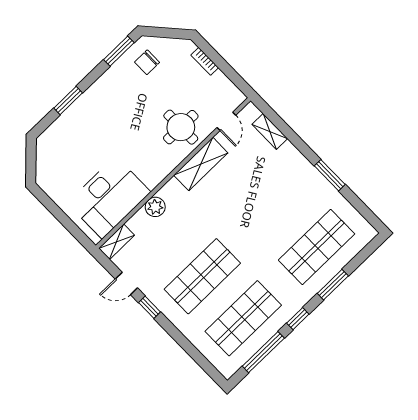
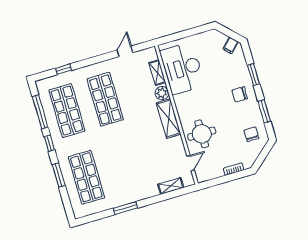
window: (119, 51) -> (264, 111), moved
chair: (103, 105) -> (240, 94), added
door: (226, 121) -> (191, 163), swing flipped
filing cabinet: (46, 150) -> (231, 45), added
shelving: (201, 164) -> (169, 118), moved
shelving: (117, 242) -> (157, 73), moved
window: (149, 307) -> (64, 69), moved

